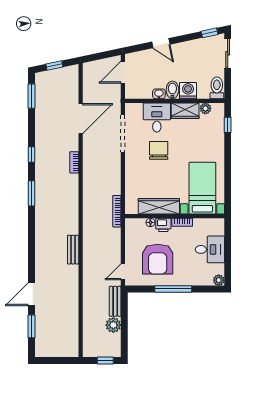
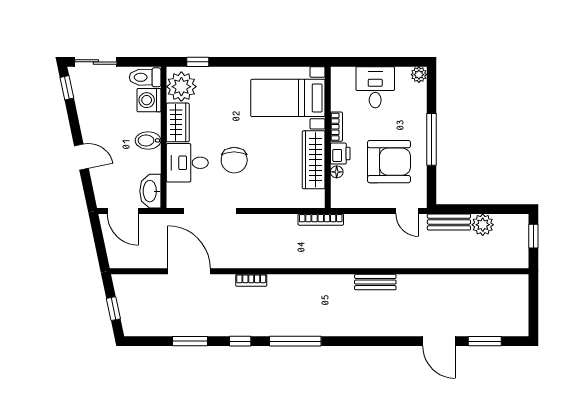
door: (161, 43) -> (81, 157), hinge flipped
washing machine: (188, 91) -> (149, 100), moved
washbasin: (159, 94) -> (150, 191), moved, width x1.91, depth x1.45
window: (32, 96) -> (190, 341), moved
plant: (205, 108) -> (181, 87), width x1.88, depth x1.88
chair: (159, 150) -> (234, 160), turned -90
window: (32, 193) -> (295, 341), width x1.44

